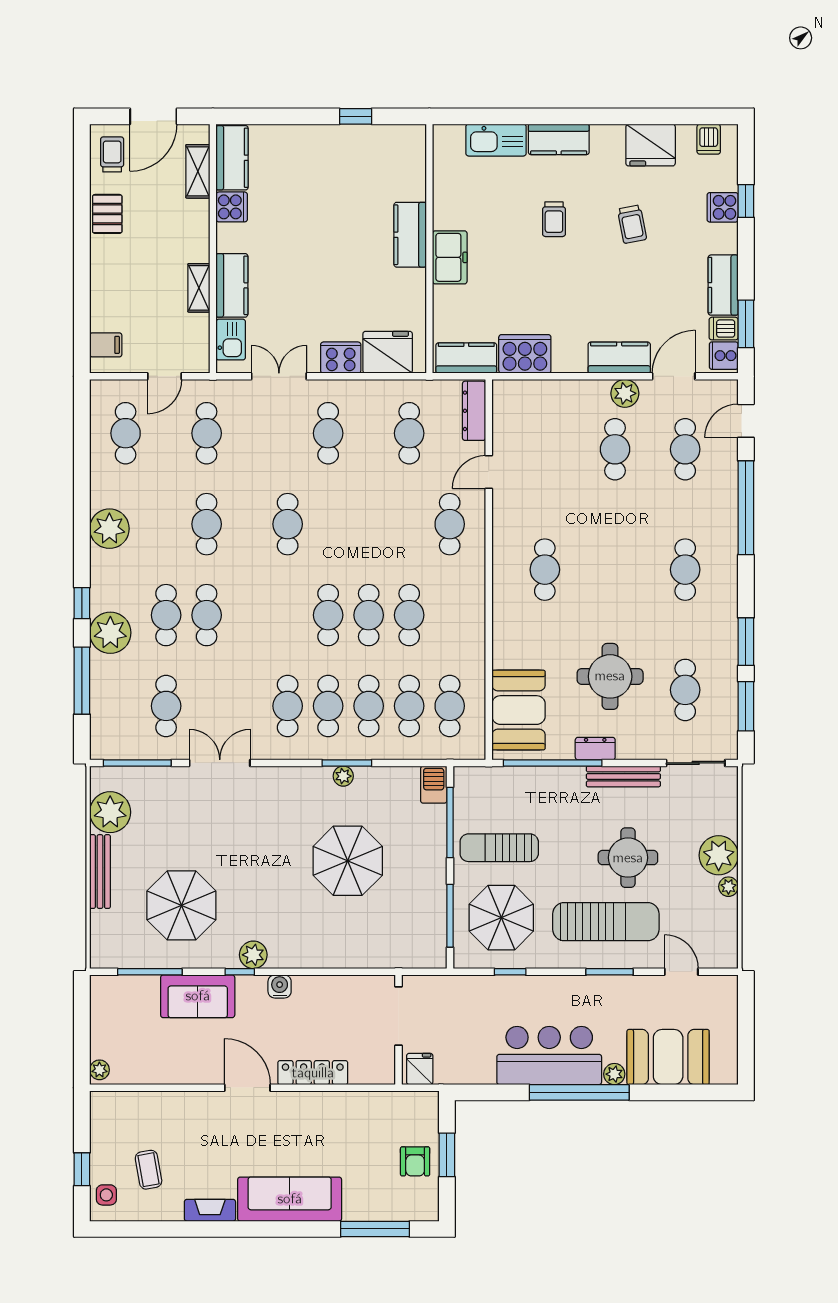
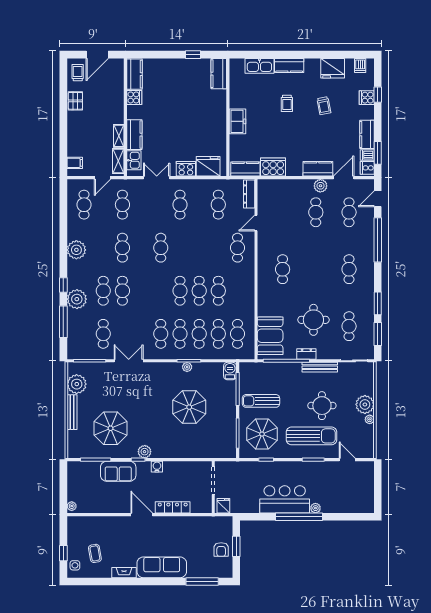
shelving: (198, 171) -> (118, 161), moved
kitchen counter: (410, 235) -> (219, 74), moved
booth: (668, 1057) -> (341, 500), removed

